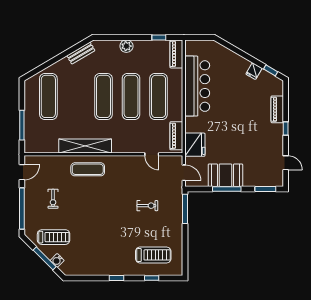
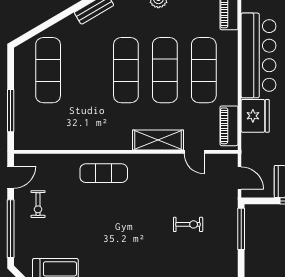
fridge: (195, 145) -> (255, 116), moved
shelving: (85, 146) -> (158, 140), moved, width x0.68
exercise bike: (53, 199) -> (38, 204), moved

